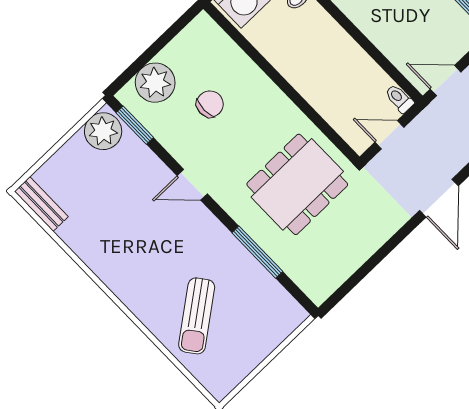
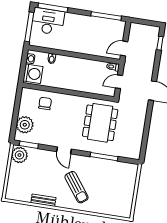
chair: (210, 104) -> (45, 103), moved
door: (192, 185) -> (64, 150), hinge flipped
bench: (41, 204) -> (43, 200), moved
sun lounger: (197, 316) -> (76, 187), moved

